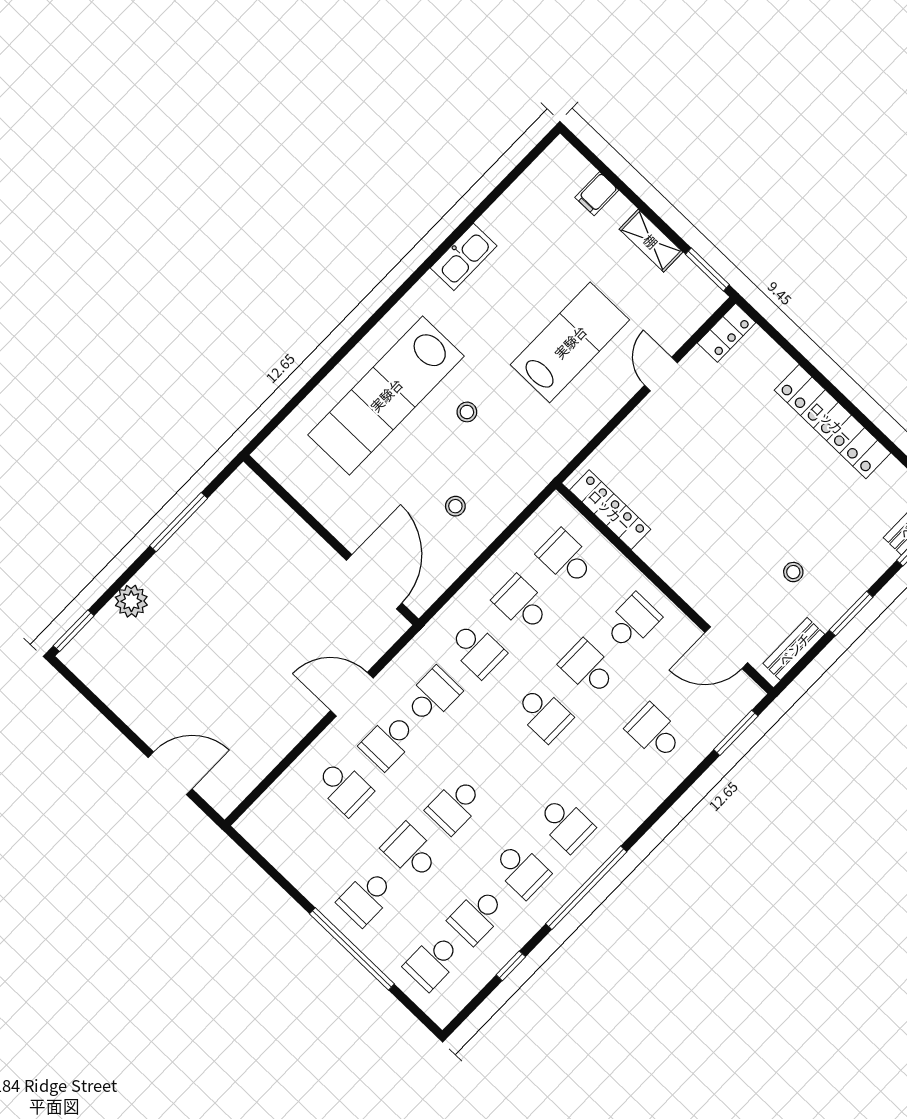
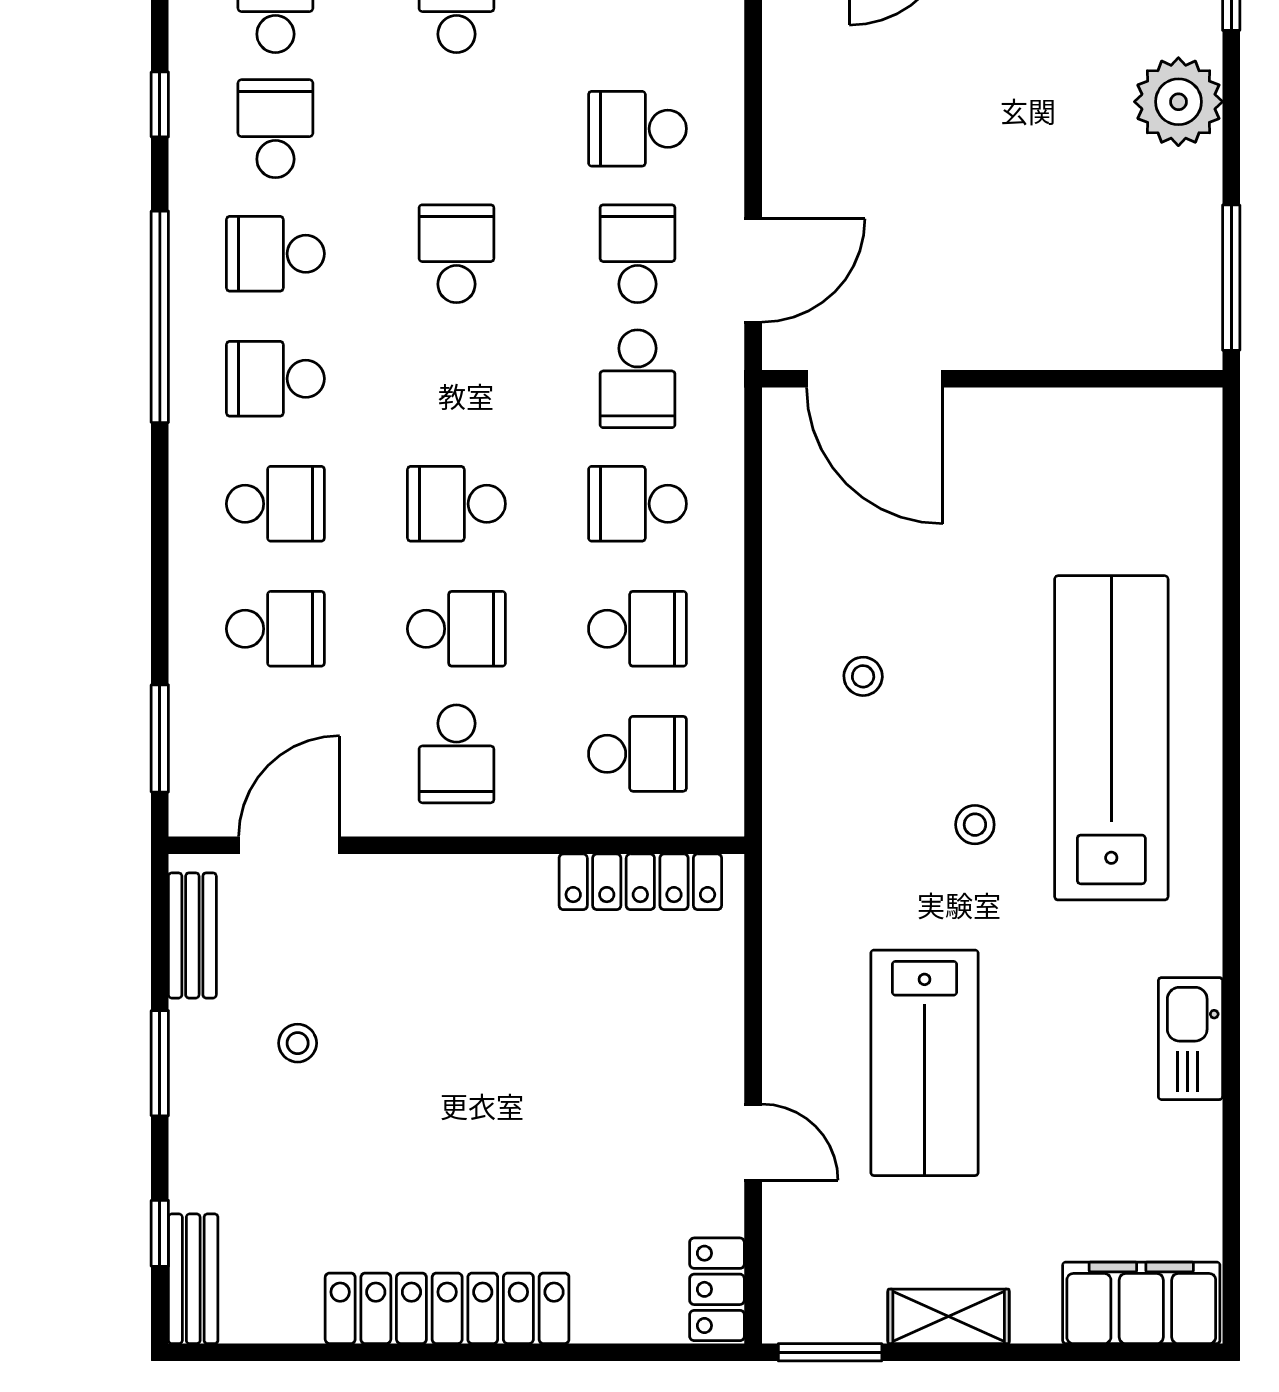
filing cabinet: (597, 194) -> (1141, 1303), width x3.00, depth x1.17
wall: (331, 540) -> (992, 379), moved
door: (374, 582) -> (875, 379), moved
plant: (131, 601) -> (1178, 102), width x1.36, depth x1.36
school desk: (410, 852) -> (275, 504), moved

